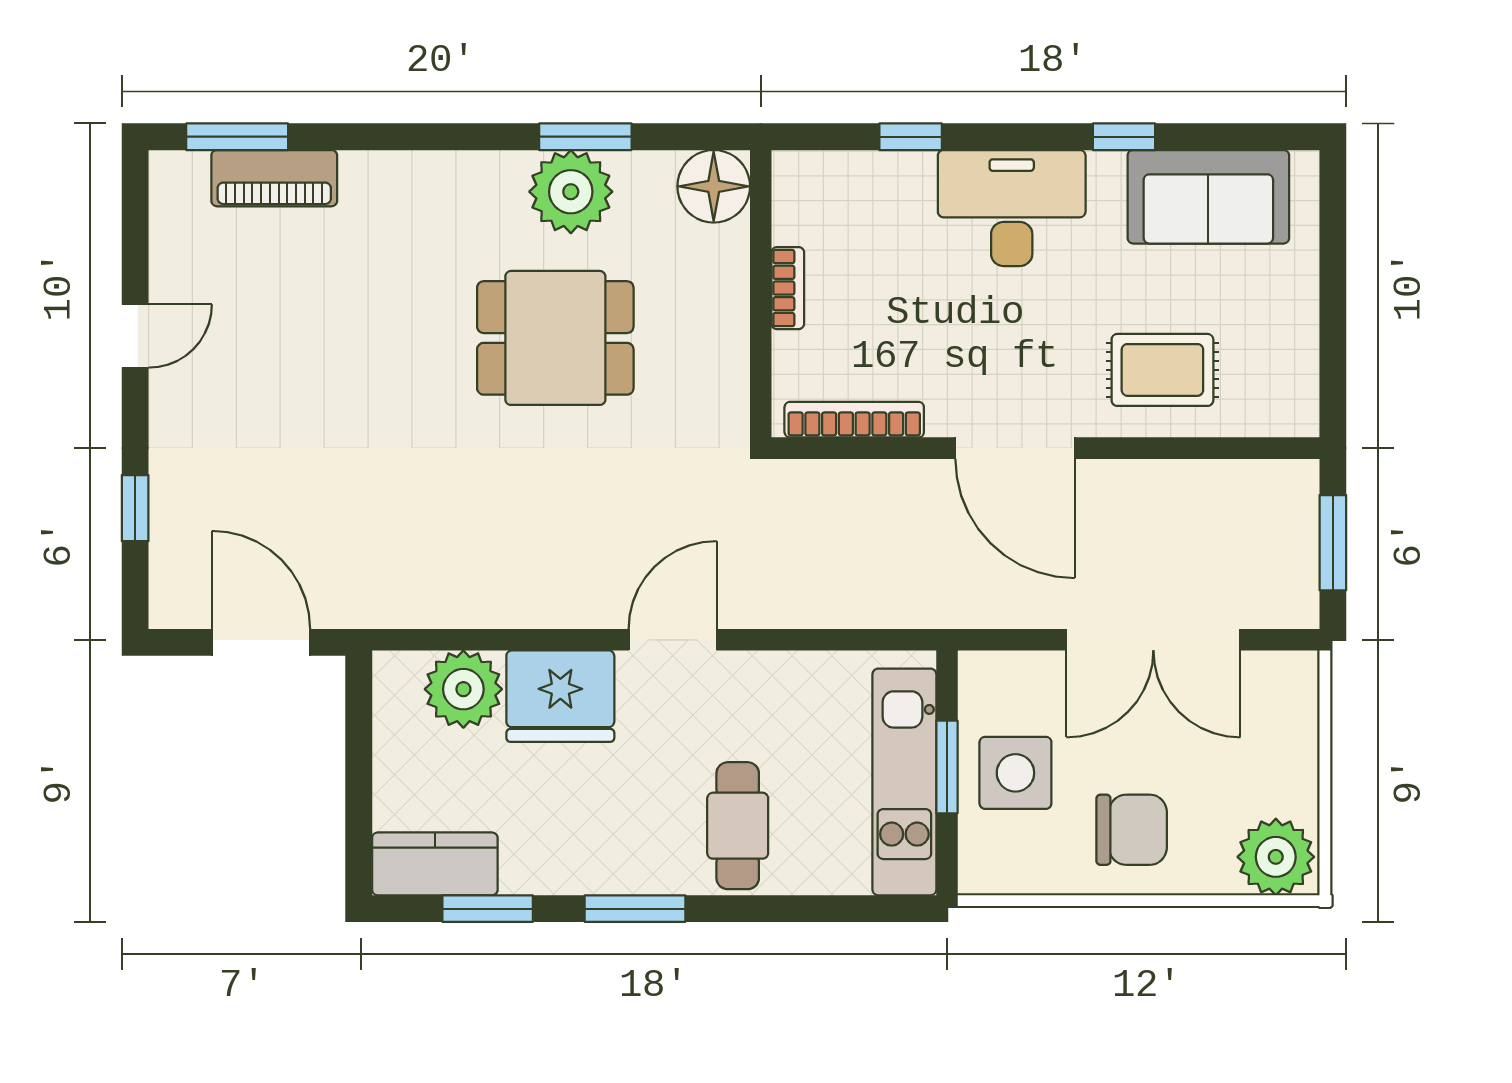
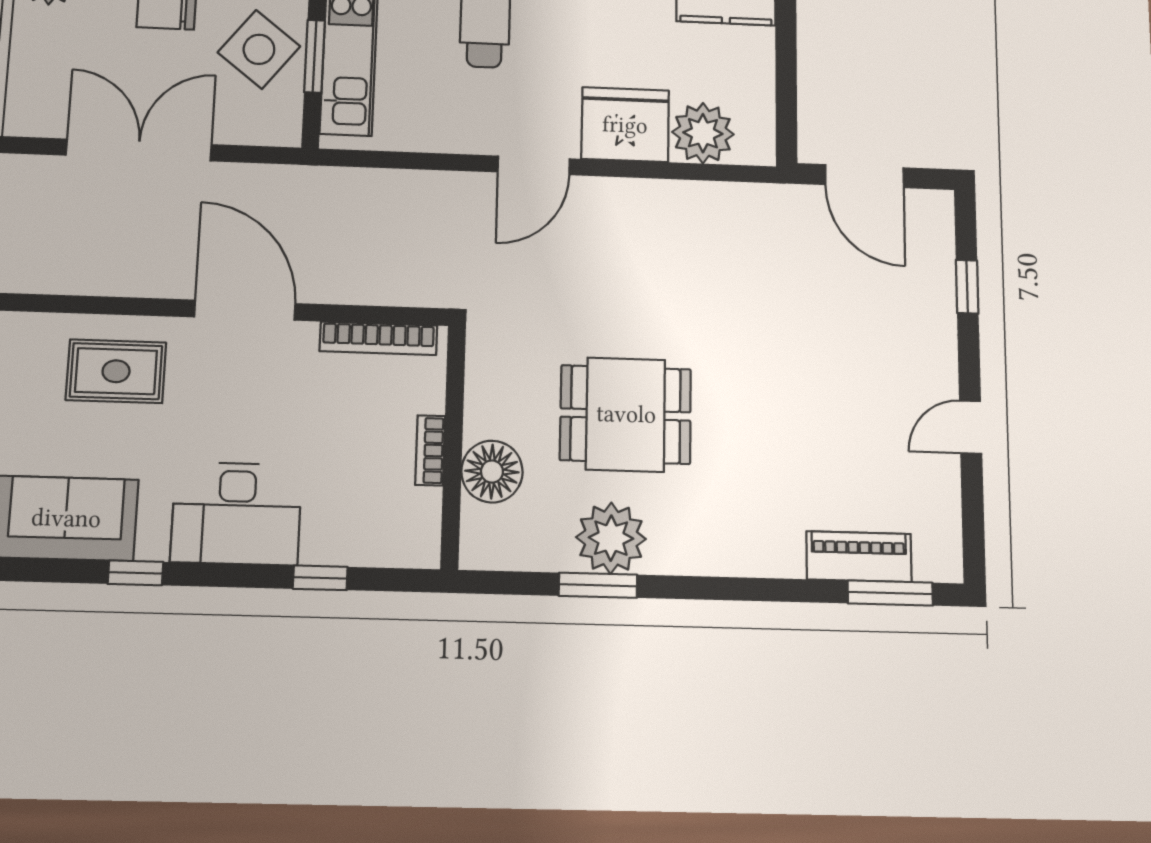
floor lamp: (714, 186) -> (492, 472), moved
side table: (1015, 773) -> (259, 49), turned 38

